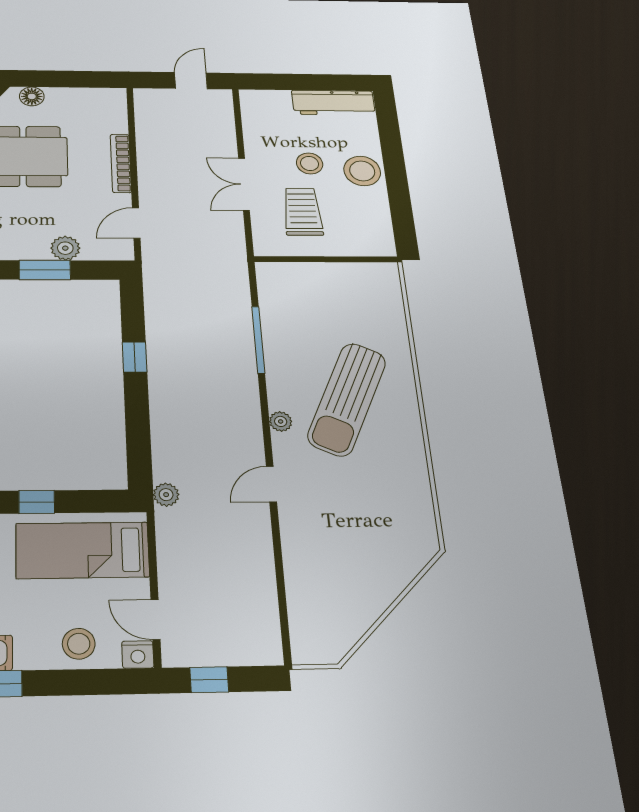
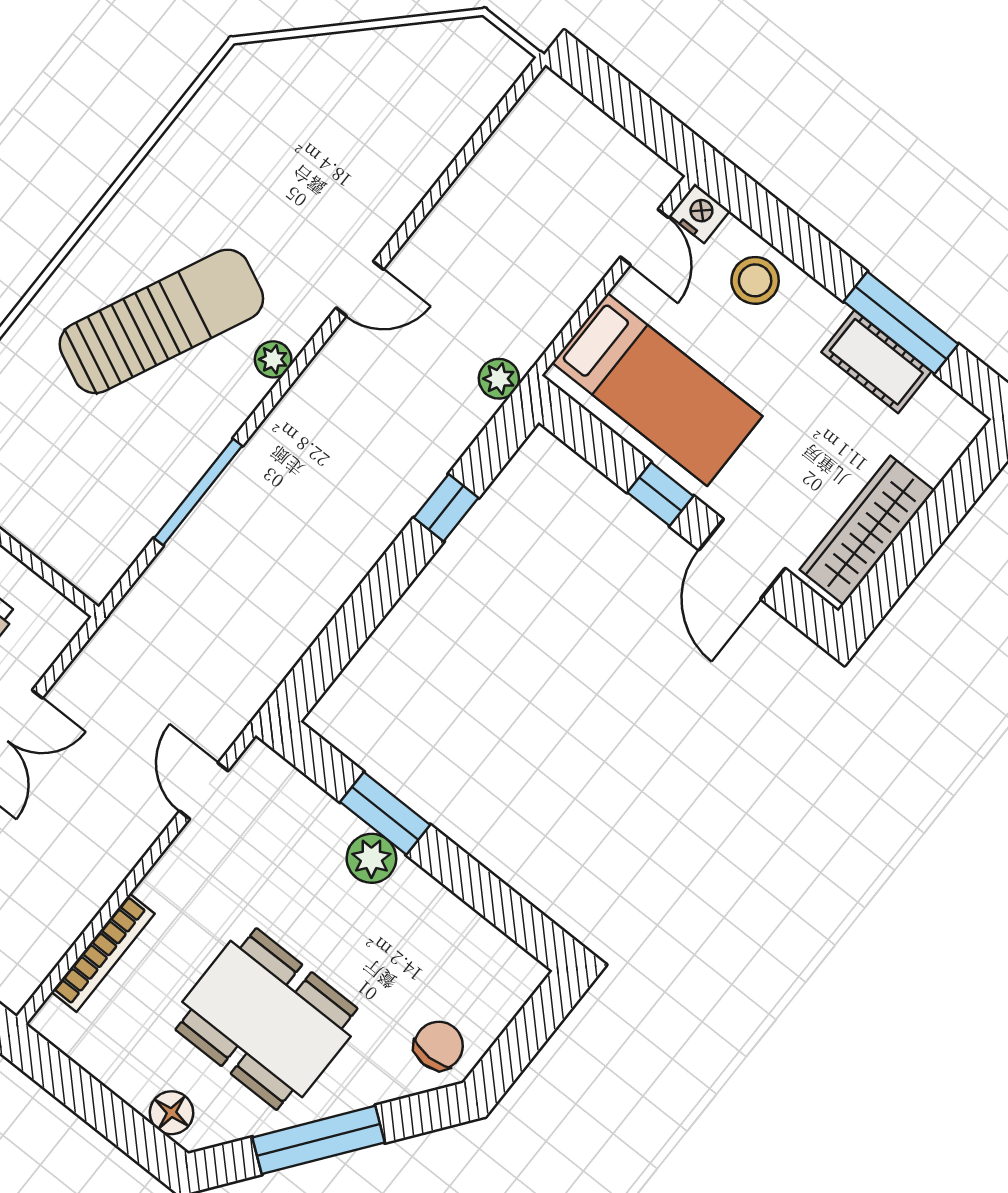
bookcase: (121, 163) -> (103, 953), moved
door: (136, 223) -> (204, 791), swing flipped
plant: (65, 248) -> (371, 858), moved
window: (134, 357) -> (446, 508), moved
window: (209, 680) -> (644, 119), removed

